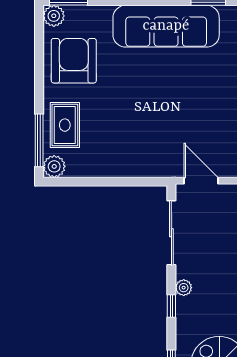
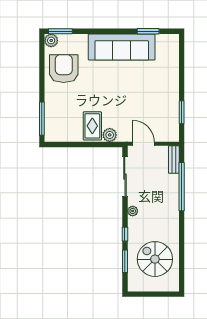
rug: (65, 125) -> (92, 126), moved
plant: (54, 166) -> (110, 135), moved
window: (171, 306) -> (125, 234), moved

